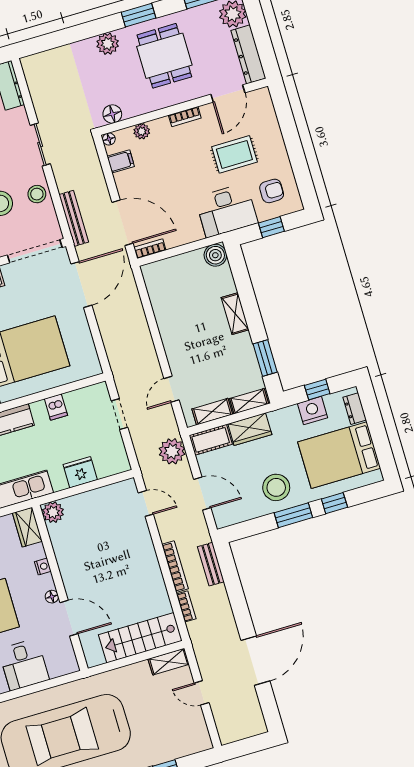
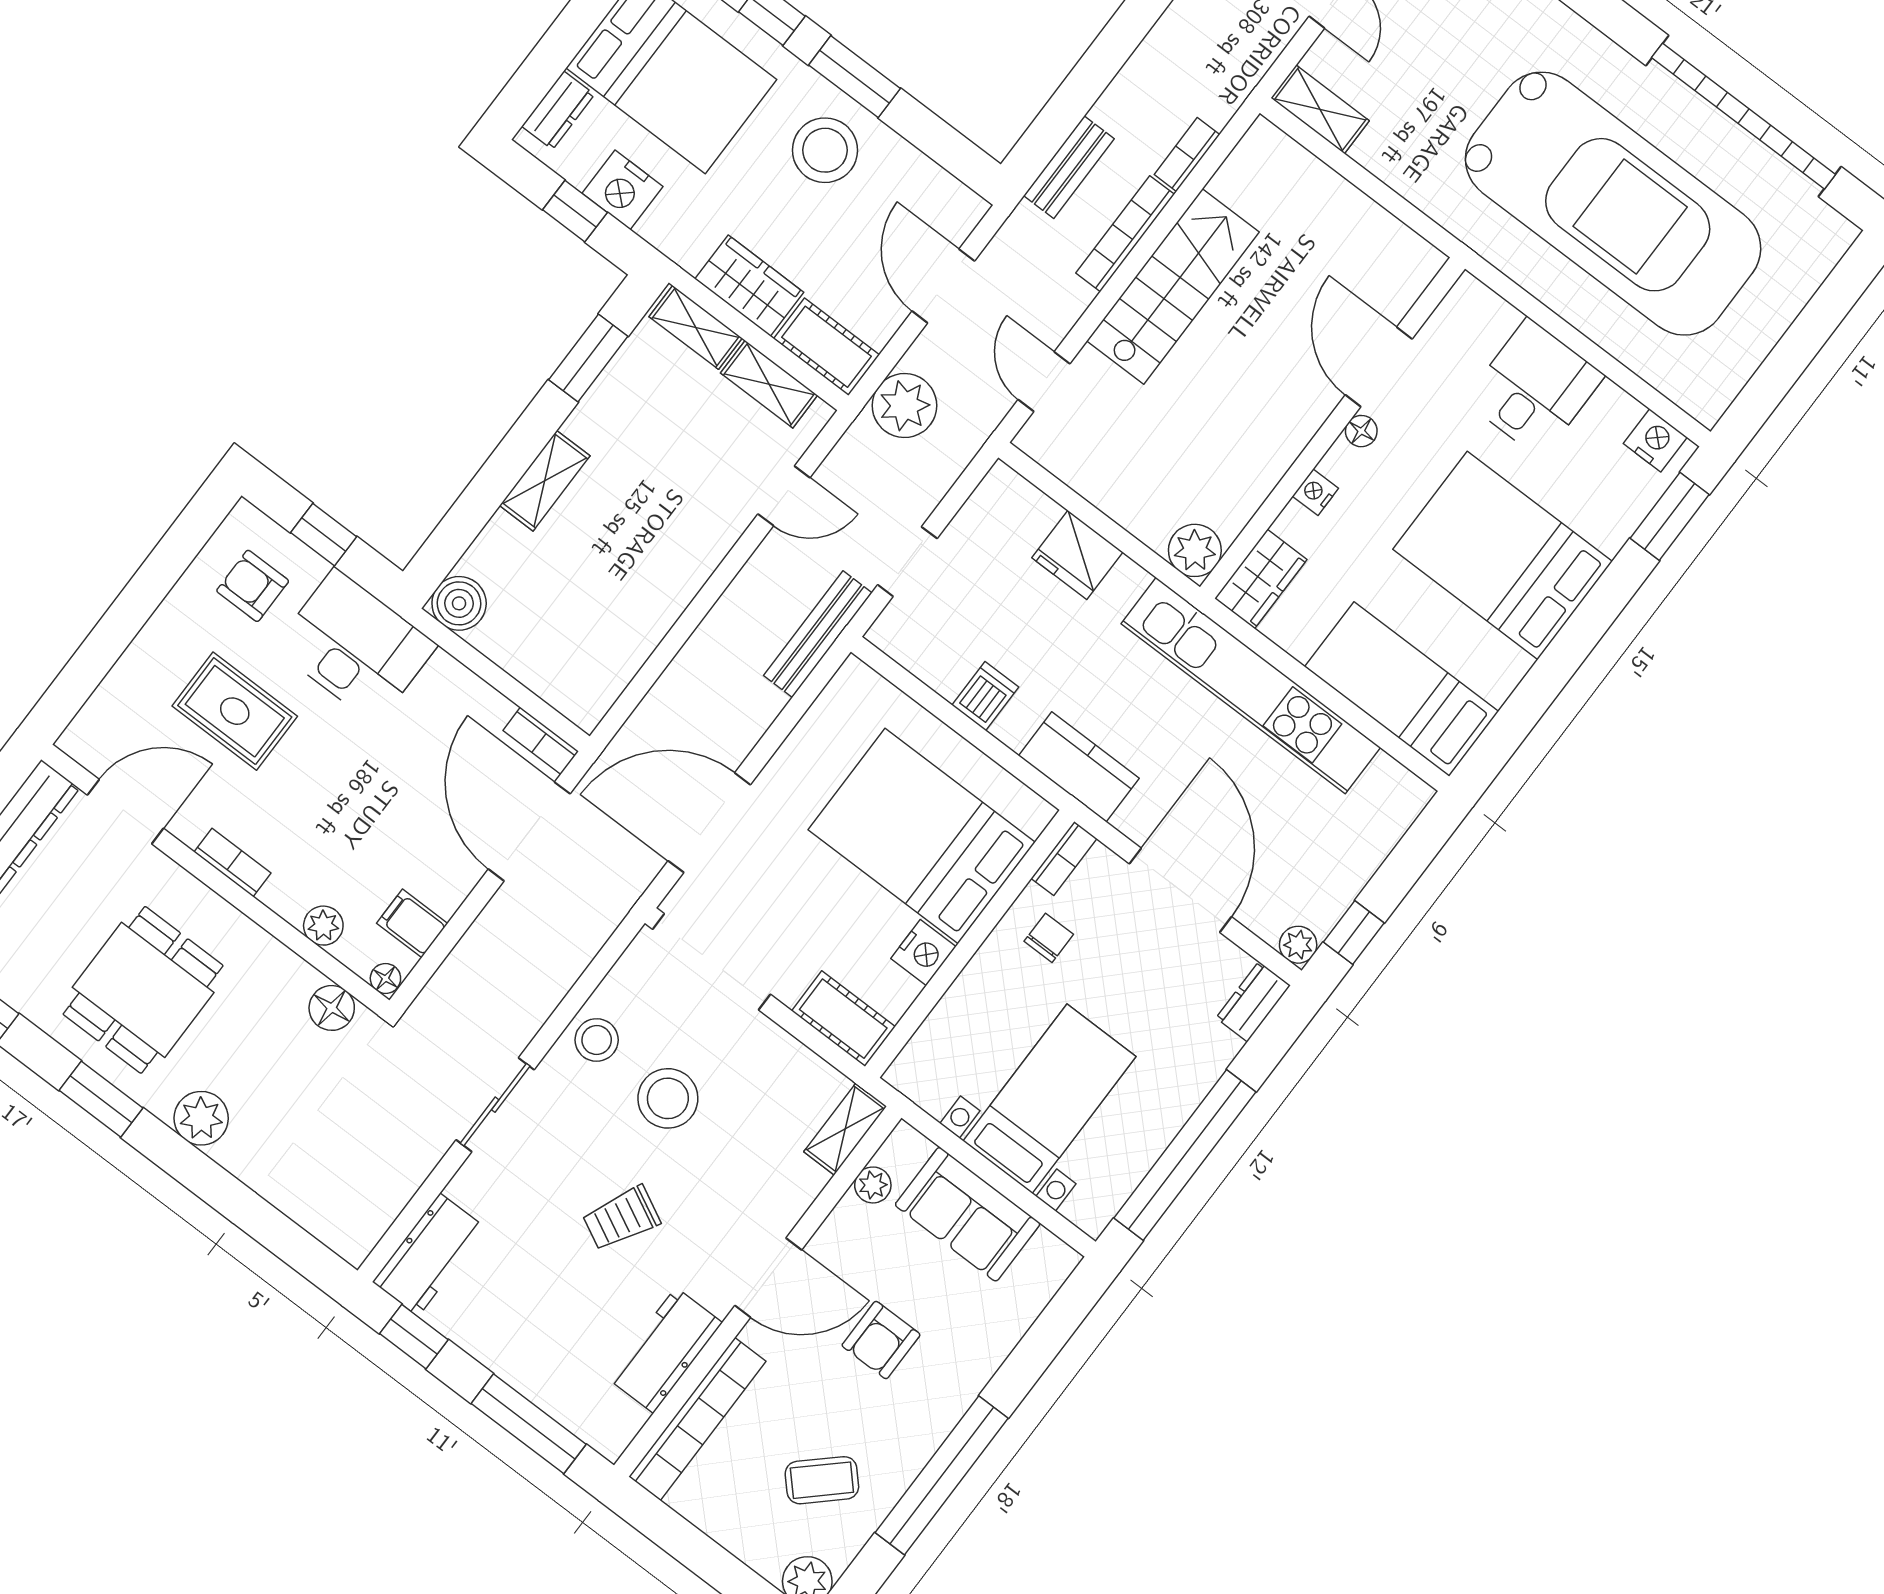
bench: (74, 218) -> (818, 634), moved
stairs: (140, 638) -> (1173, 286), moved, turned -90

